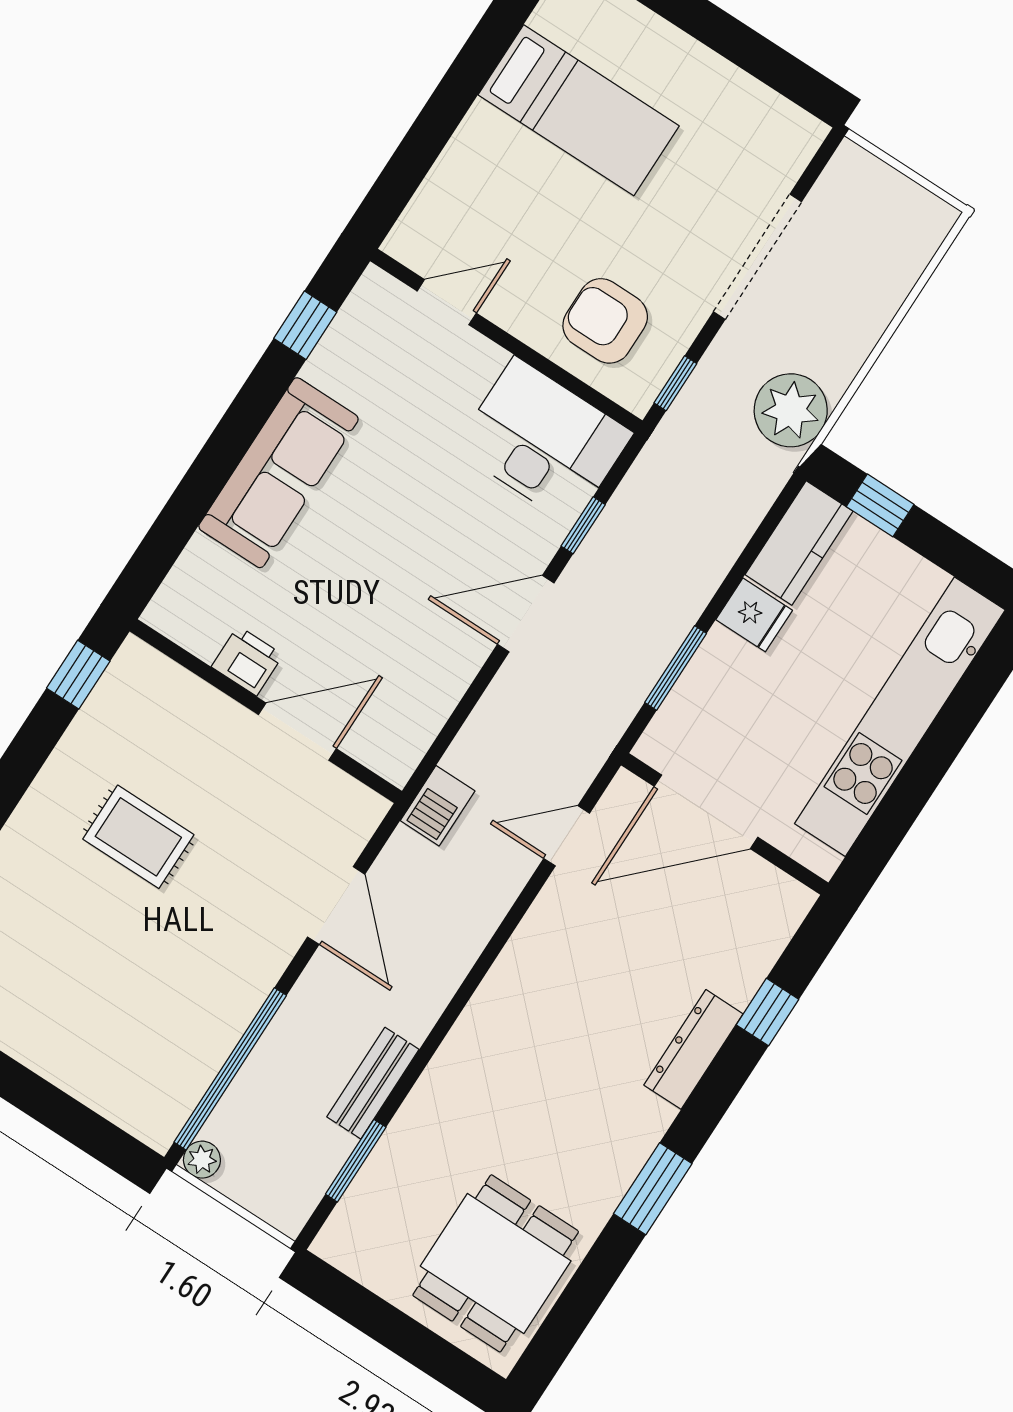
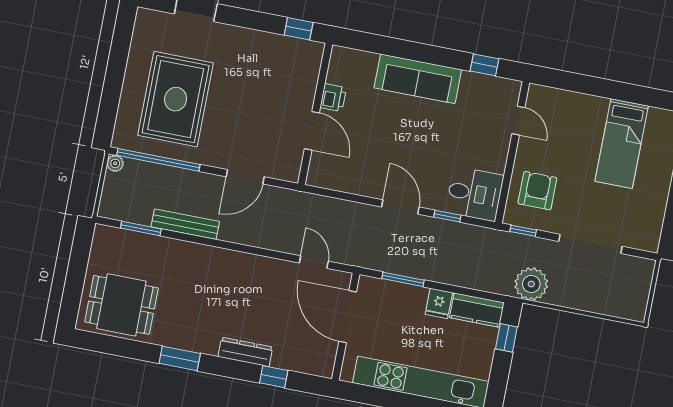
desk: (544, 441) -> (475, 194), width x0.73
barbecue: (438, 806) -> (304, 202), removed
rug: (138, 837) -> (176, 99), moved, width x1.86, depth x2.06
bench: (373, 1083) -> (185, 224), width x1.36

